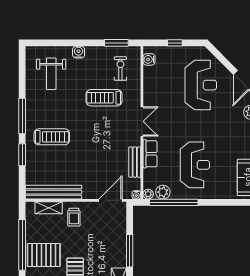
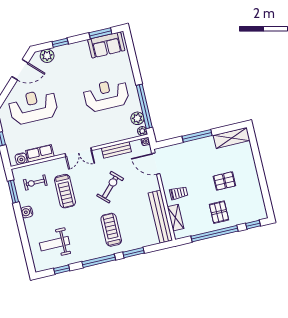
water cooler: (79, 52) -> (27, 212), moved
weight bench: (51, 74) -> (55, 244), turned 180
window: (22, 75) -> (62, 270), added
double door: (142, 121) -> (78, 152), swing flipped
exercise bike: (97, 146) -> (110, 187), added
row of seats: (150, 154) -> (40, 153), moved
pallet: (44, 255) -> (219, 212), width x0.67, depth x0.71

